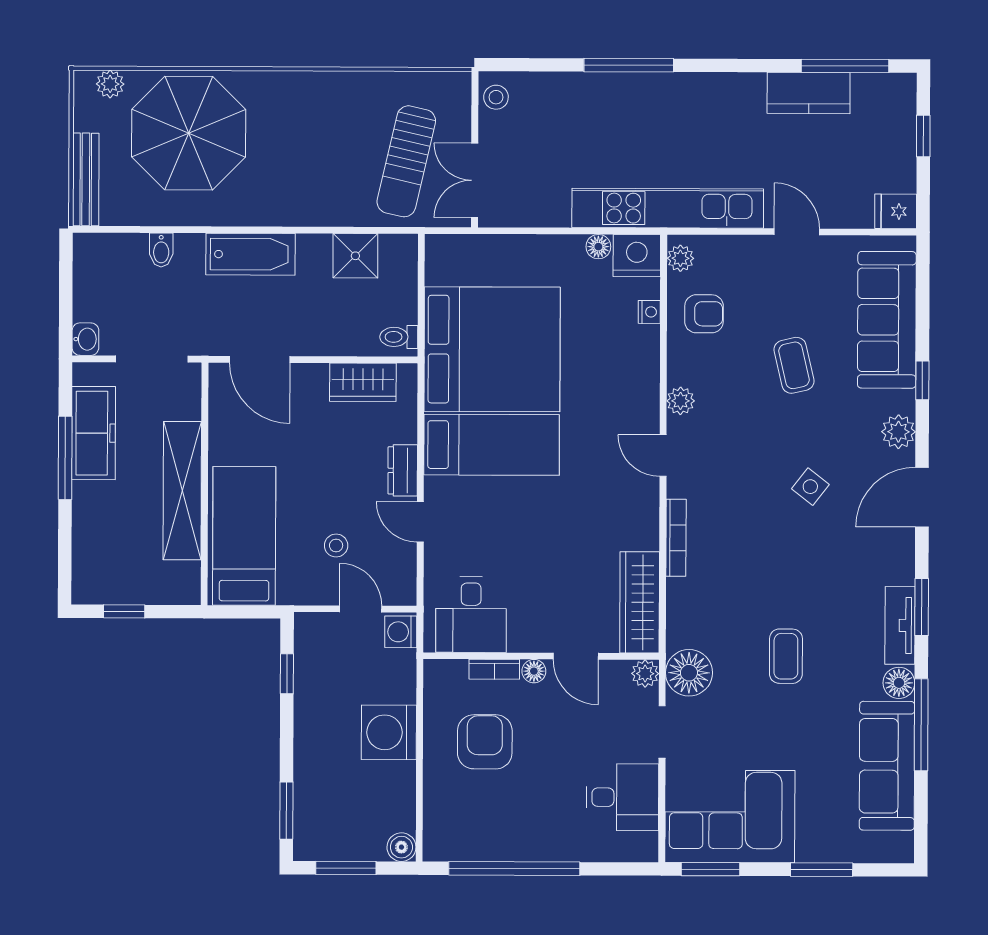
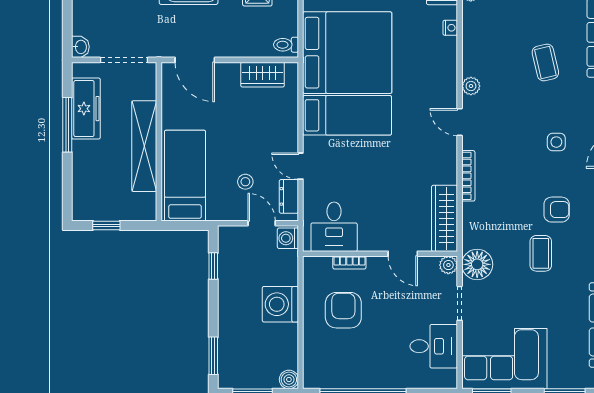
armchair: (704, 314) -> (557, 210), moved
dresser: (403, 470) -> (289, 196), moved
side table: (810, 487) -> (556, 142), turned -38
floor lamp: (534, 671) -> (375, 264), removed

